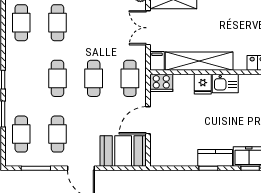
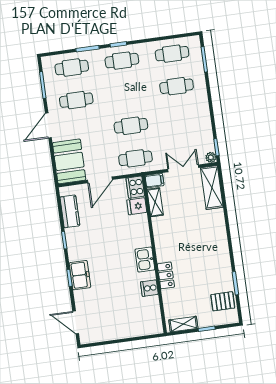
shelving: (199, 61) -> (155, 202), width x0.45, depth x0.75
cafe table: (57, 78) -> (122, 61), moved
kitchen sink: (225, 83) -> (145, 260), moved
fridge: (203, 84) -> (137, 206), moved
door: (148, 120) -> (100, 180), swing flipped
kitchen counter: (215, 158) -> (70, 211), moved

